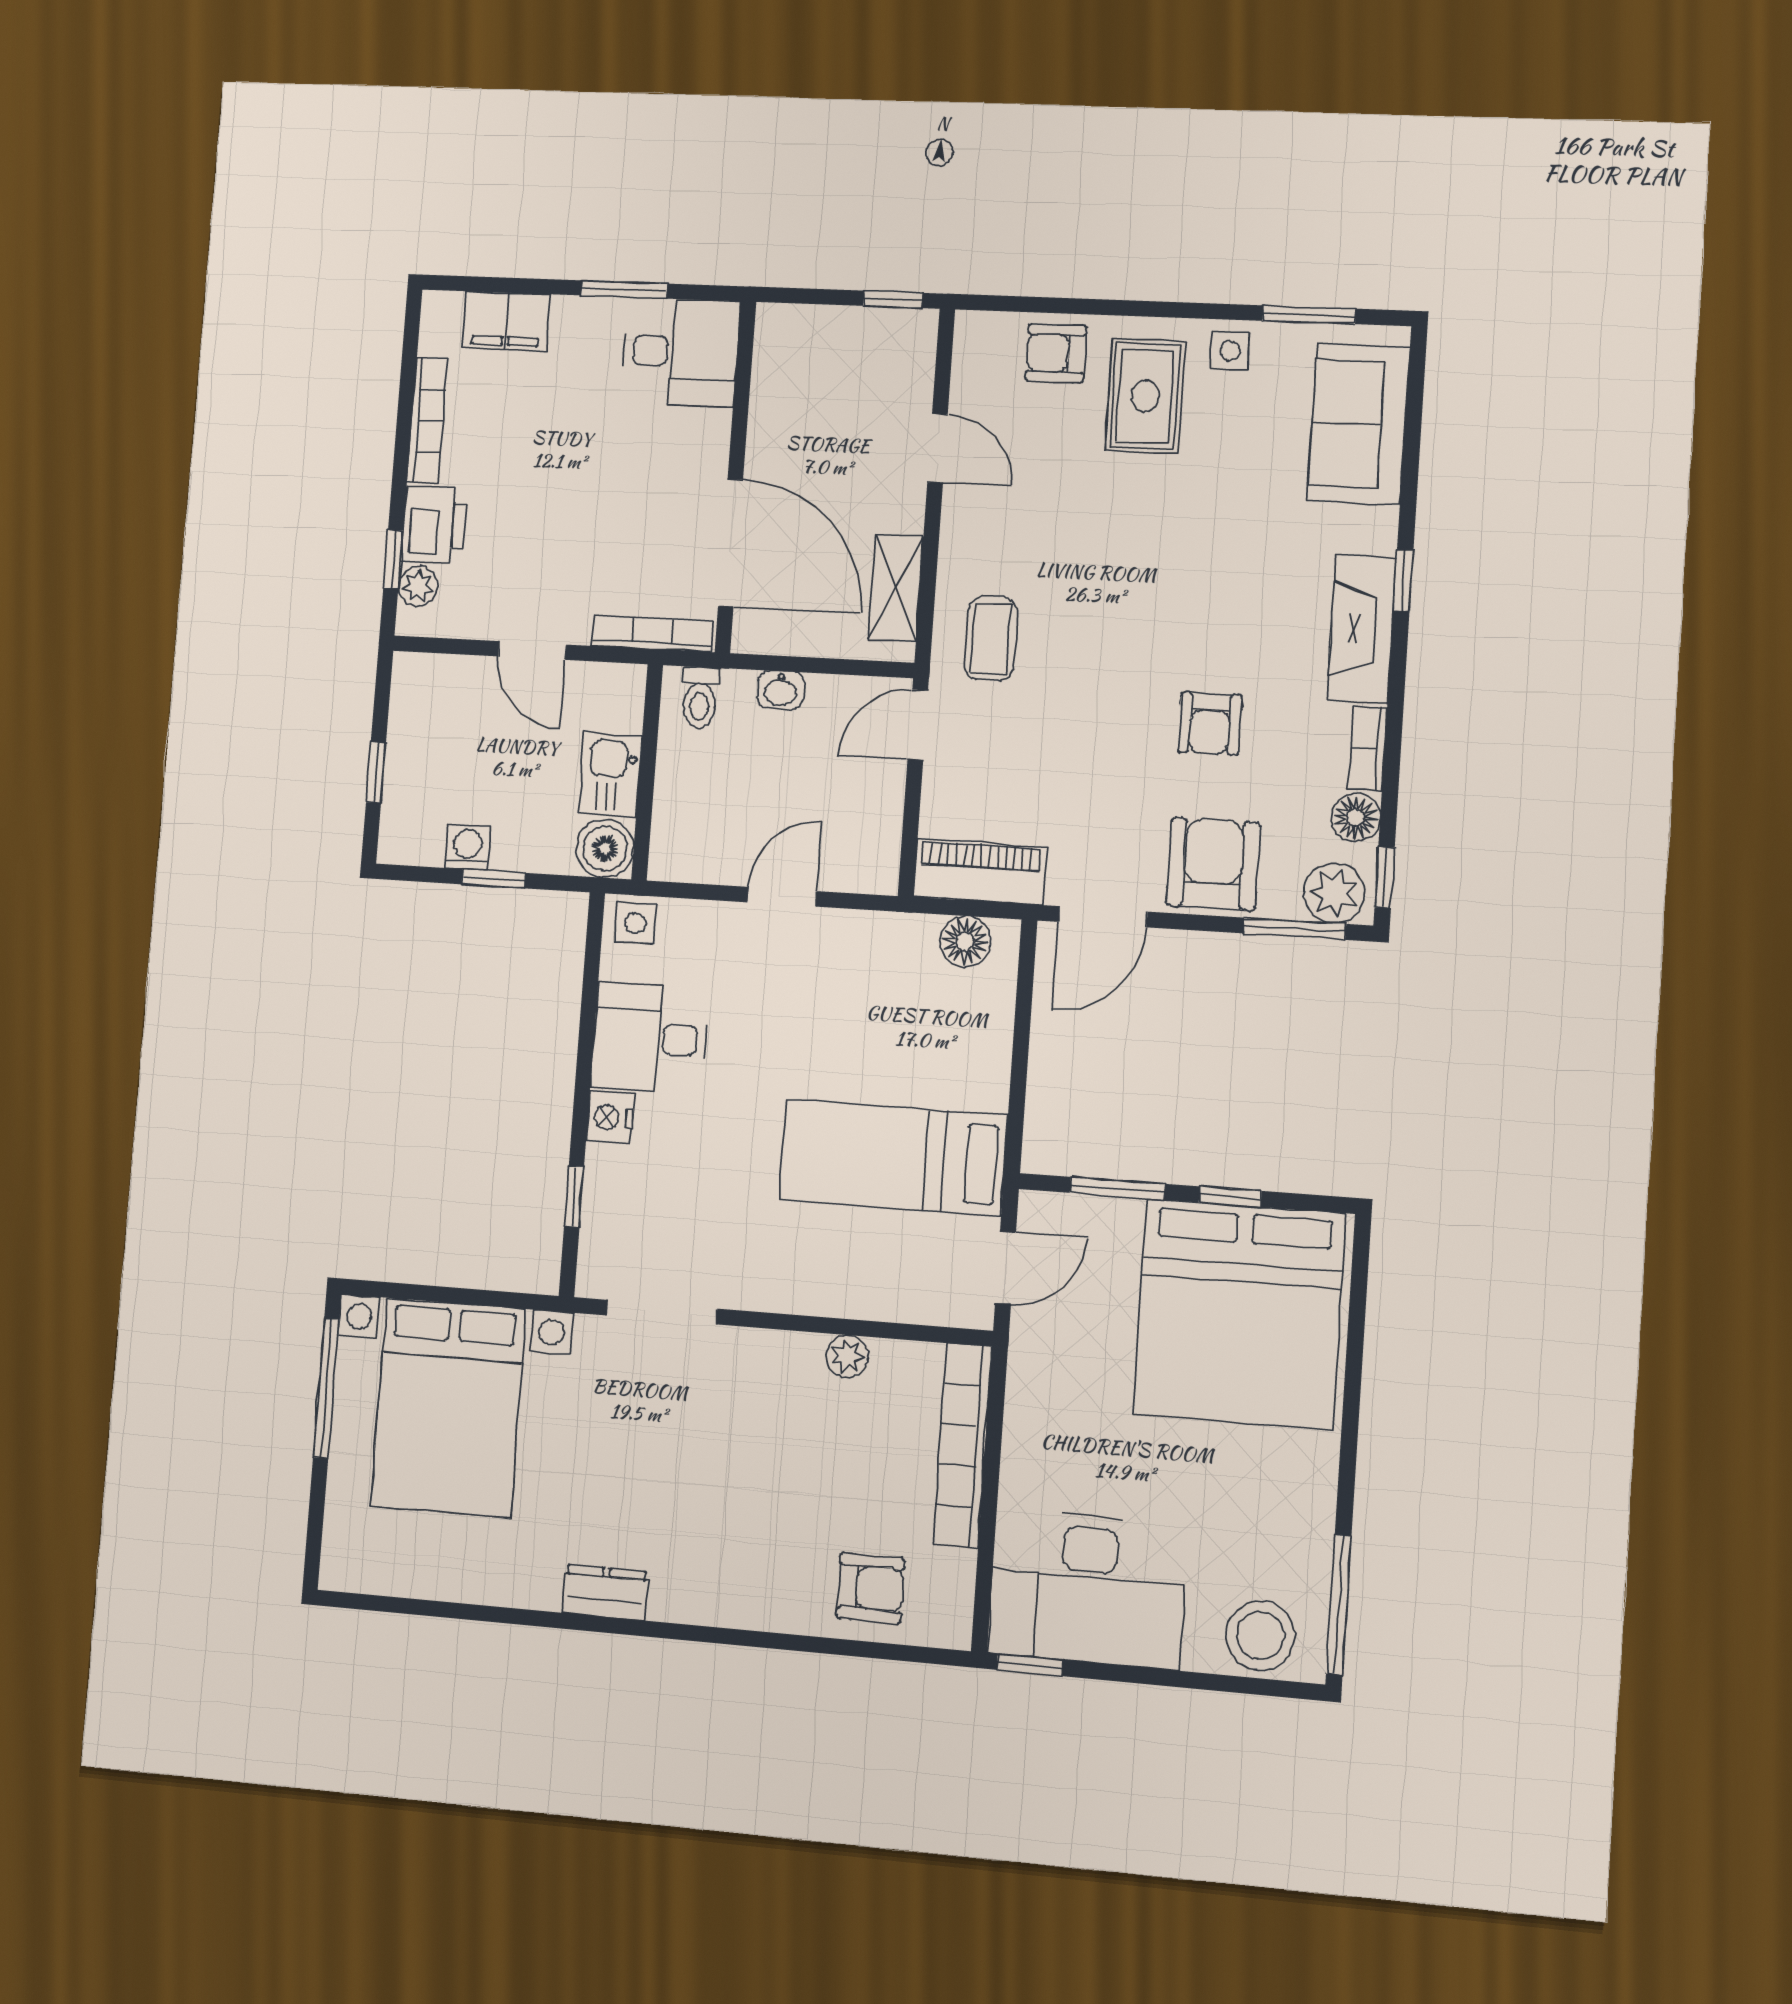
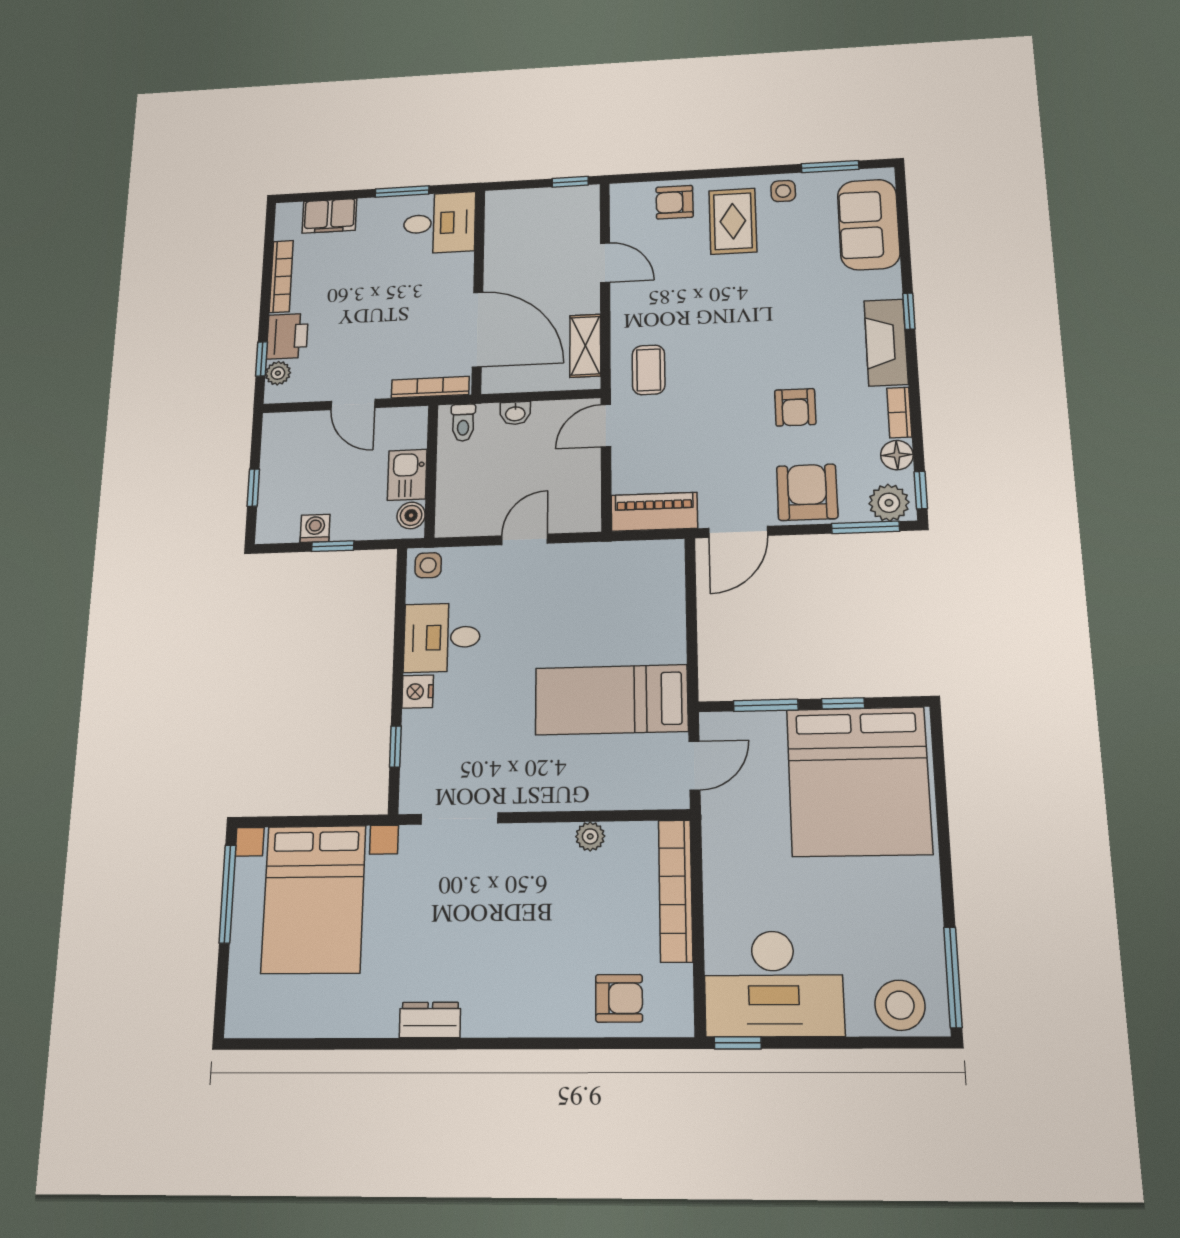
boiler: (605, 849) -> (411, 515), width x0.73, depth x0.73
floor lamp: (965, 942) -> (648, 556), removed

